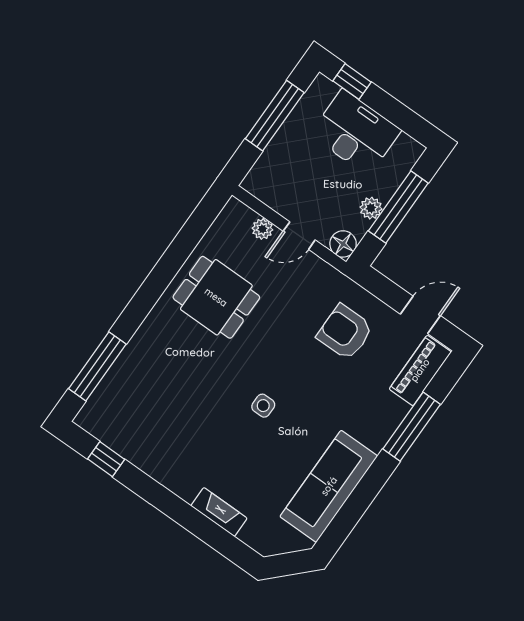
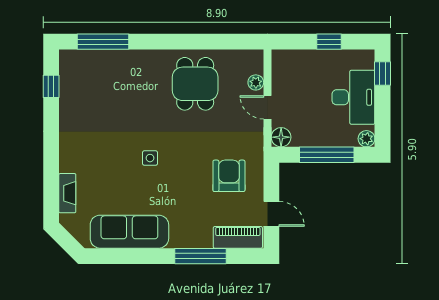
window: (275, 116) -> (329, 42), width x0.46
plant: (371, 208) -> (366, 139), moved
fireplace: (219, 512) -> (67, 193), moved

